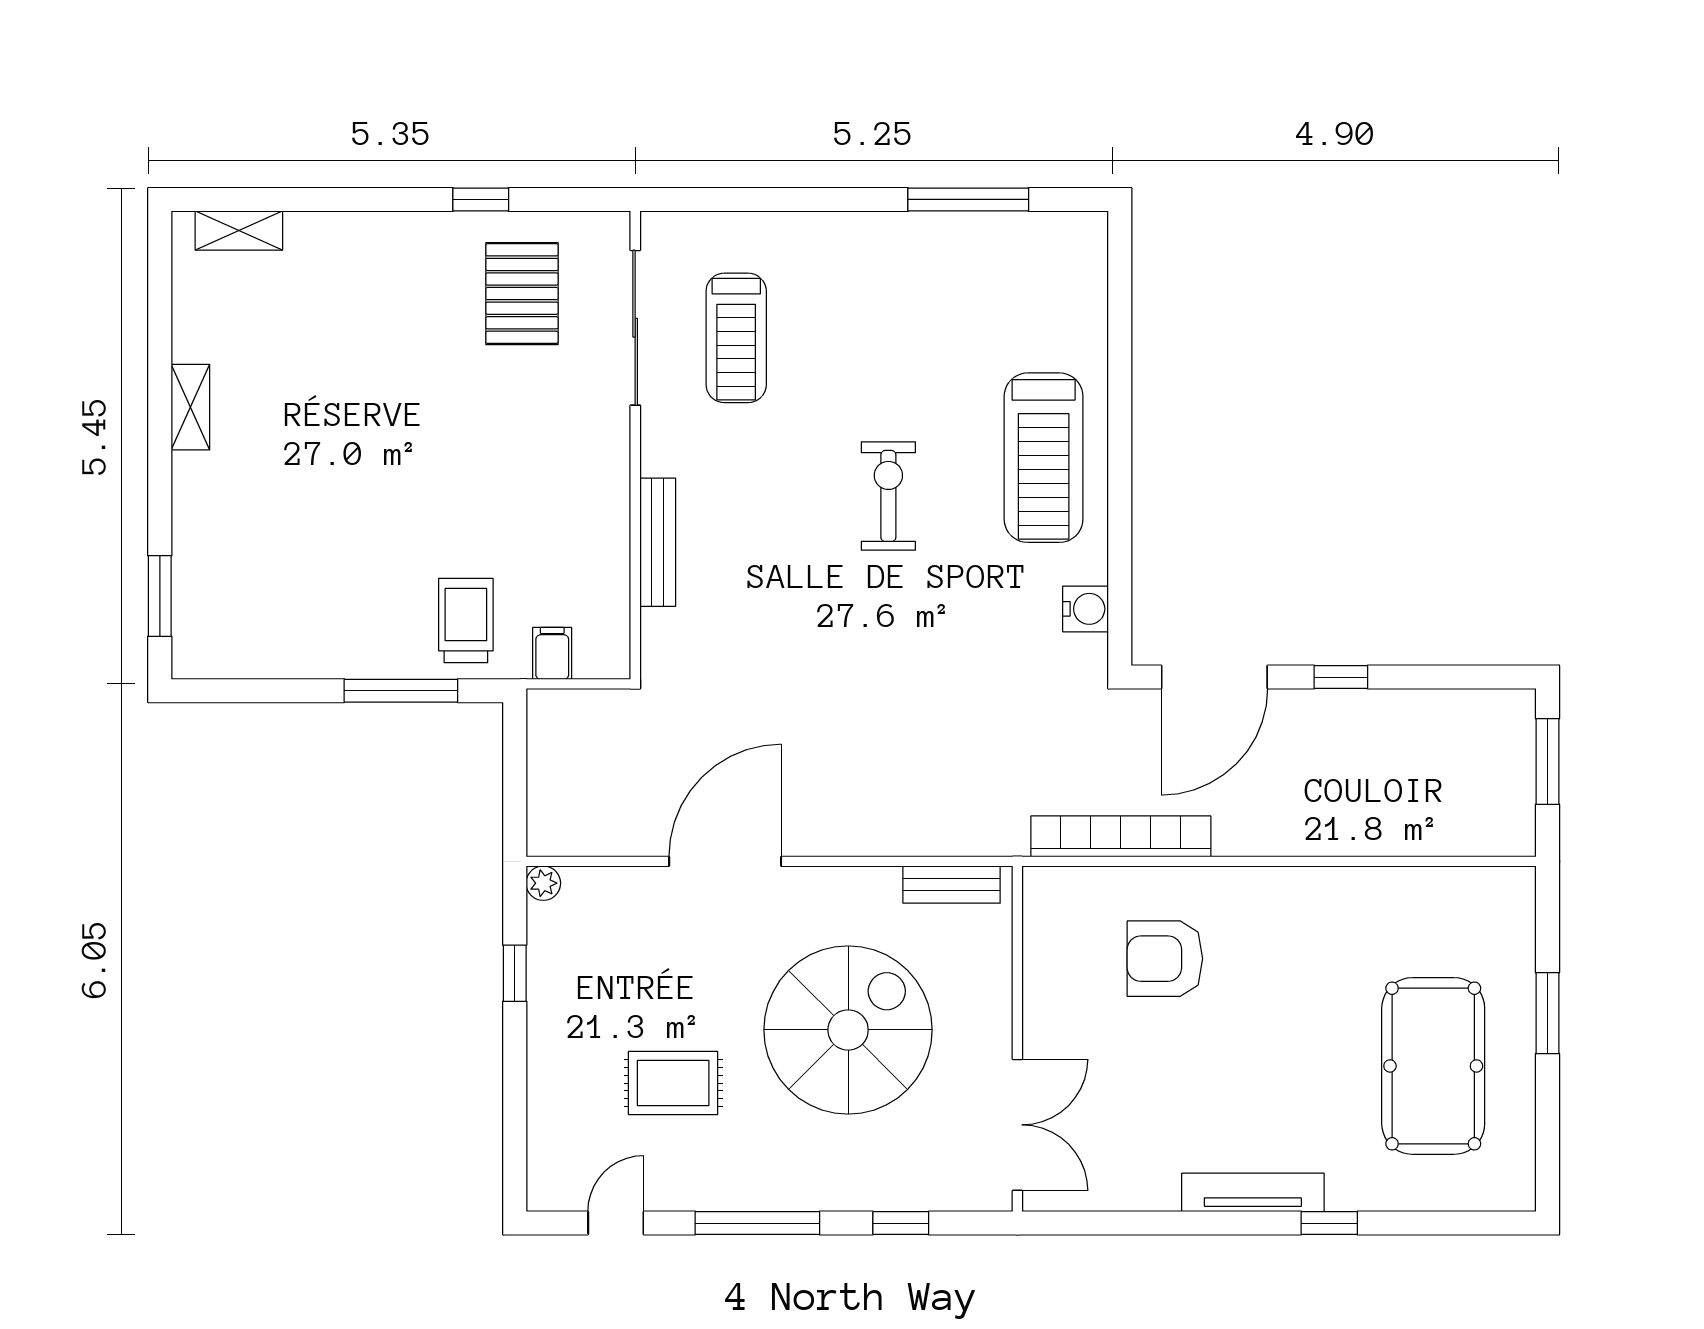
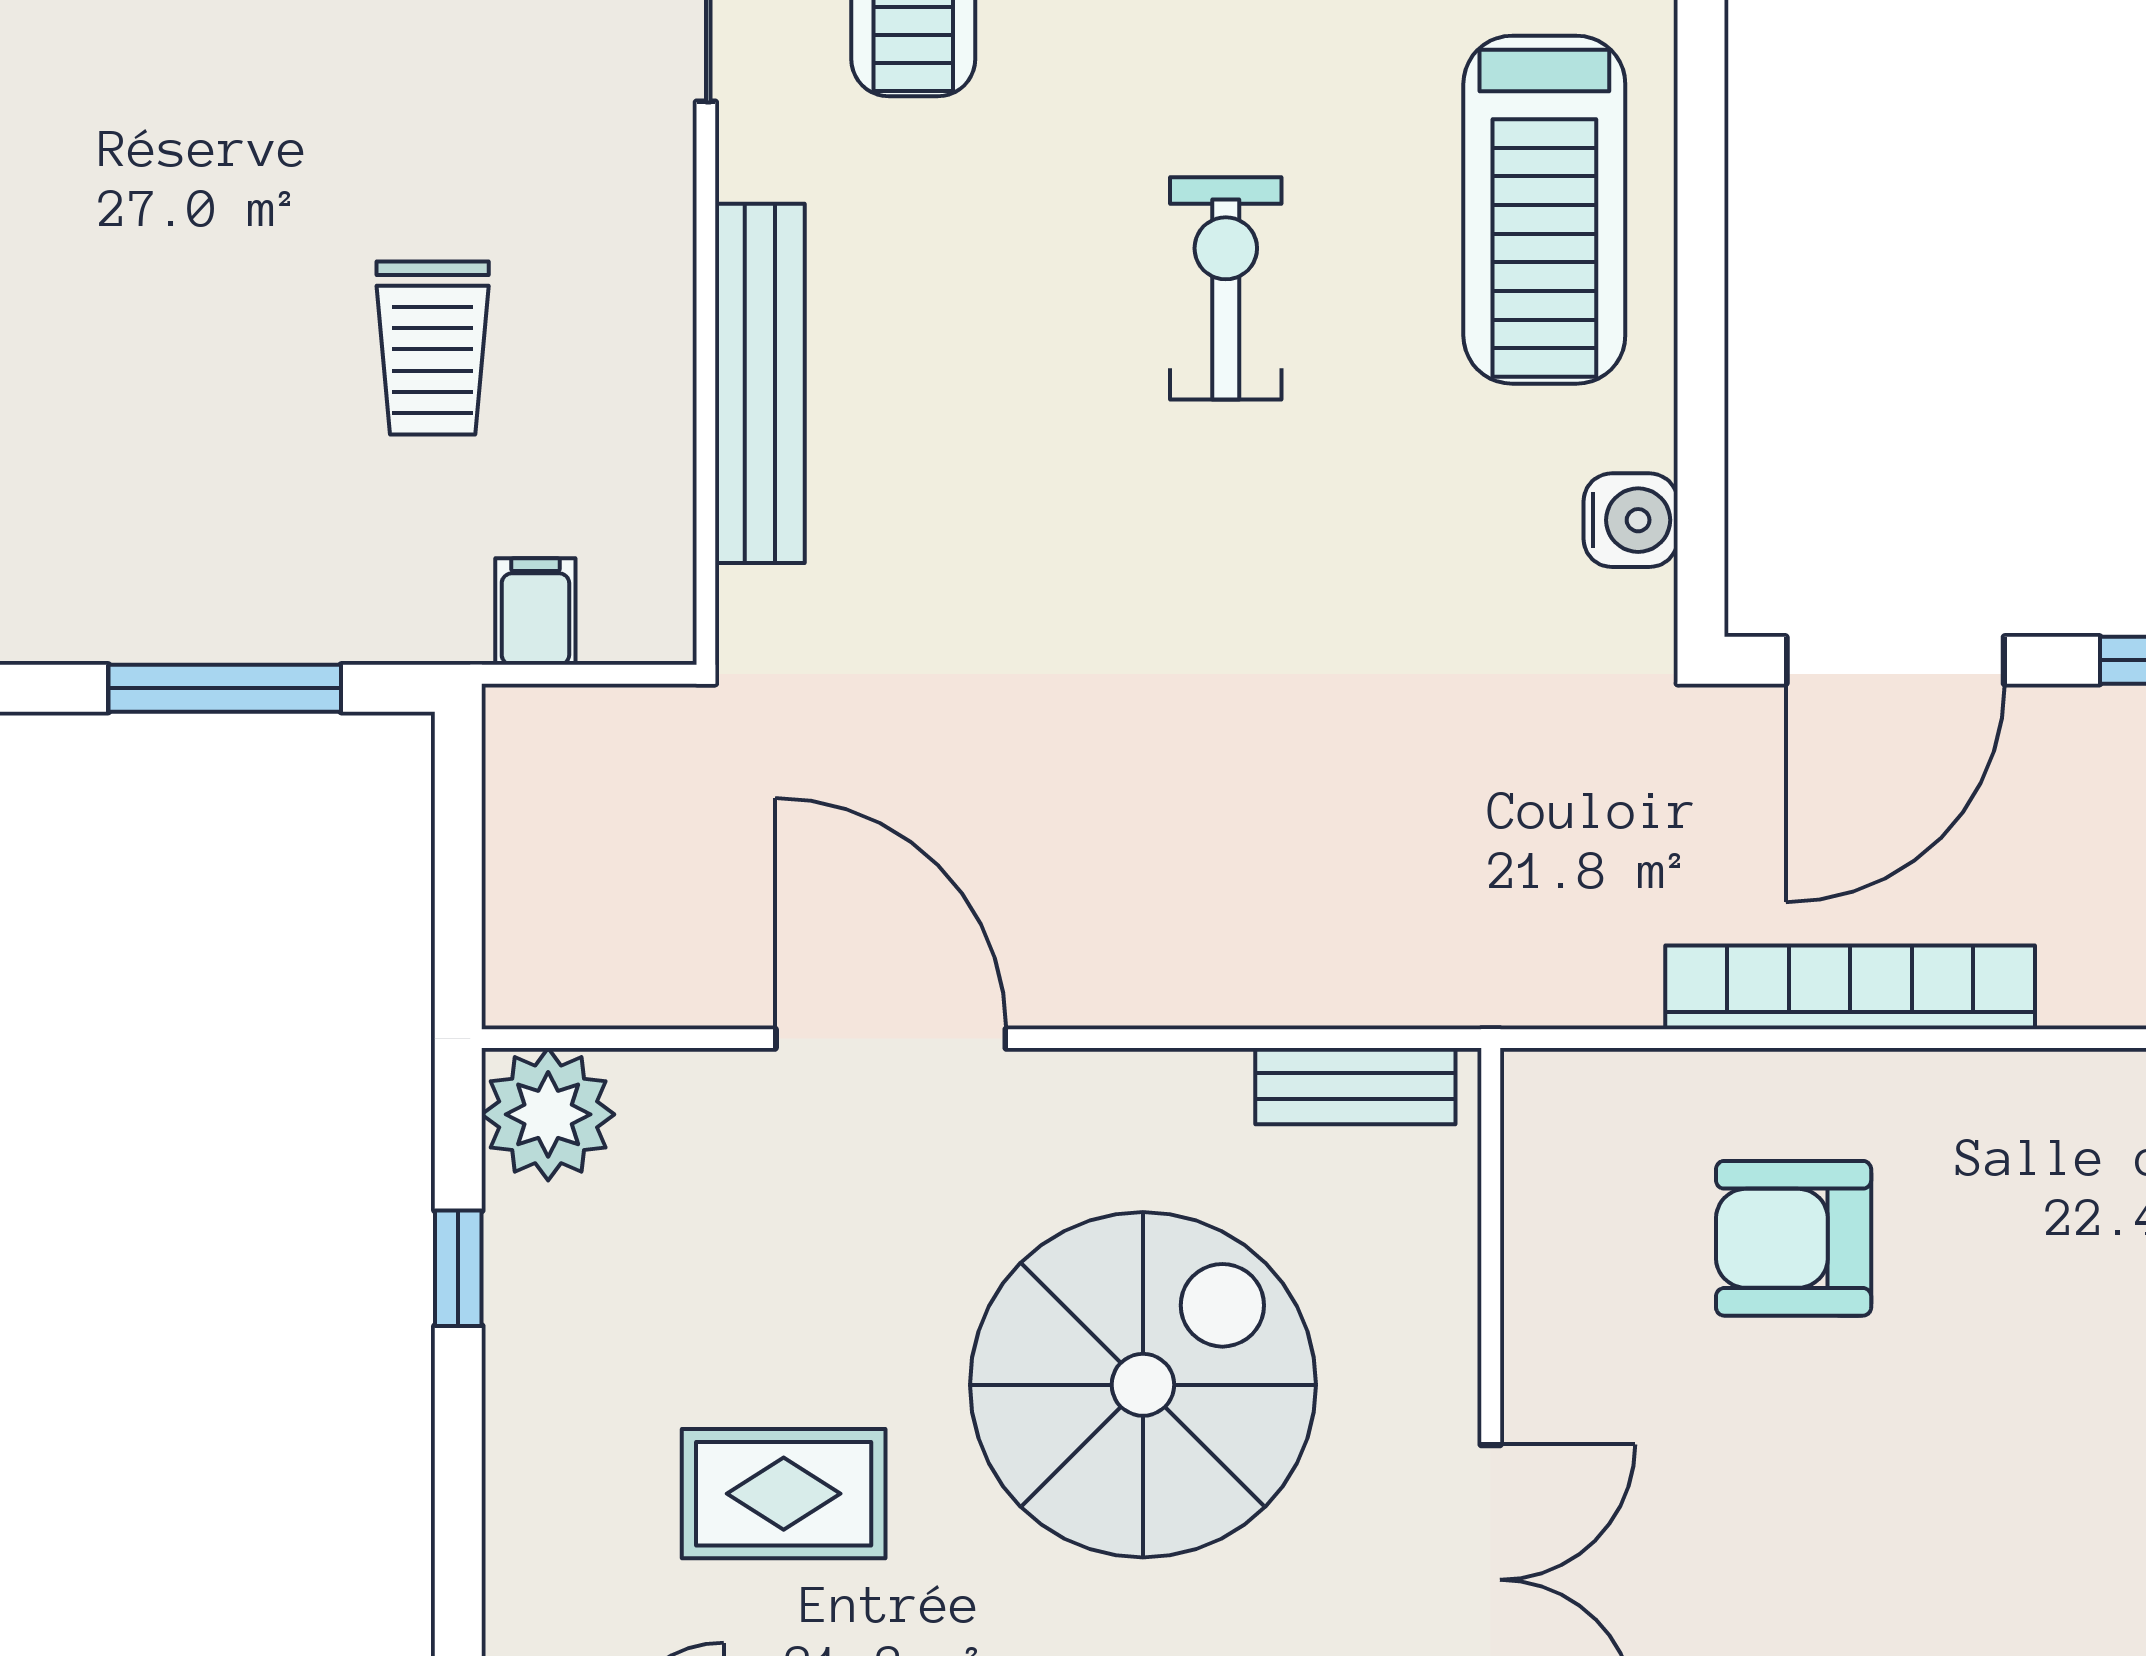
bench: (658, 542) -> (760, 383), width x1.37, depth x1.21
trolley: (466, 620) -> (433, 348), moved, turned 180
bookcase: (1121, 836) -> (1850, 987), moved
door: (725, 861) -> (891, 1039), hinge flipped
plant: (543, 883) -> (548, 1114), width x1.88, depth x1.88

